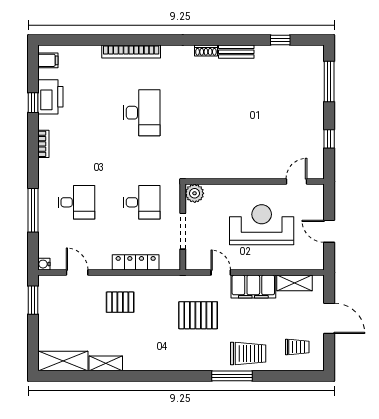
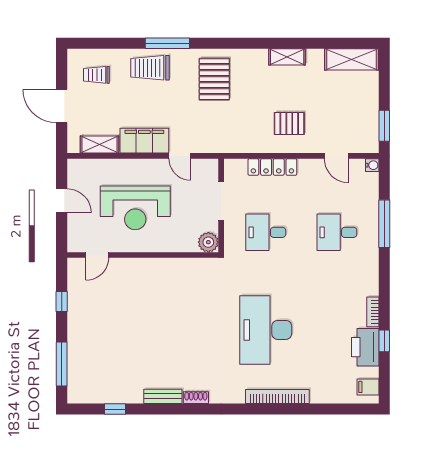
desk: (142, 113) -> (266, 330), width x1.36, depth x1.30
bookcase: (43, 144) -> (373, 312), moved
pallet: (198, 315) -> (214, 79), moved, turned 90
shelving: (106, 363) -> (287, 57), moved

